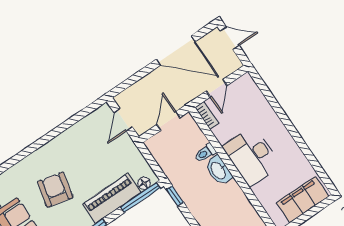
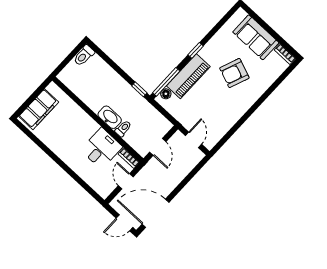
door: (176, 50) -> (156, 213), moved
desk: (252, 156) -> (101, 148), moved, width x0.73
armchair: (55, 190) -> (234, 73), turned 98

